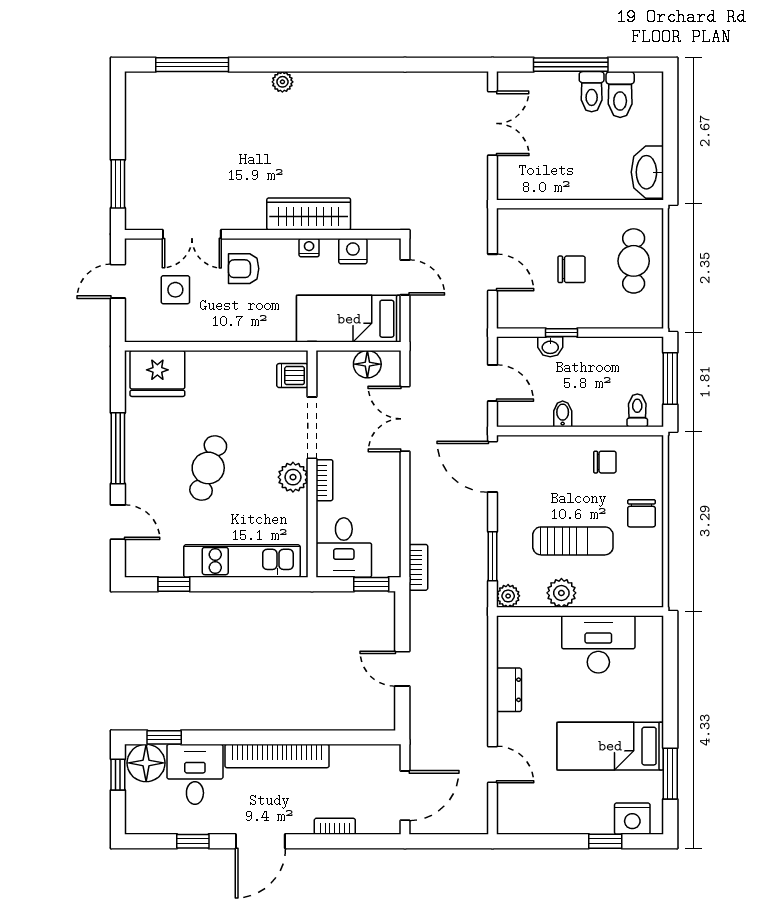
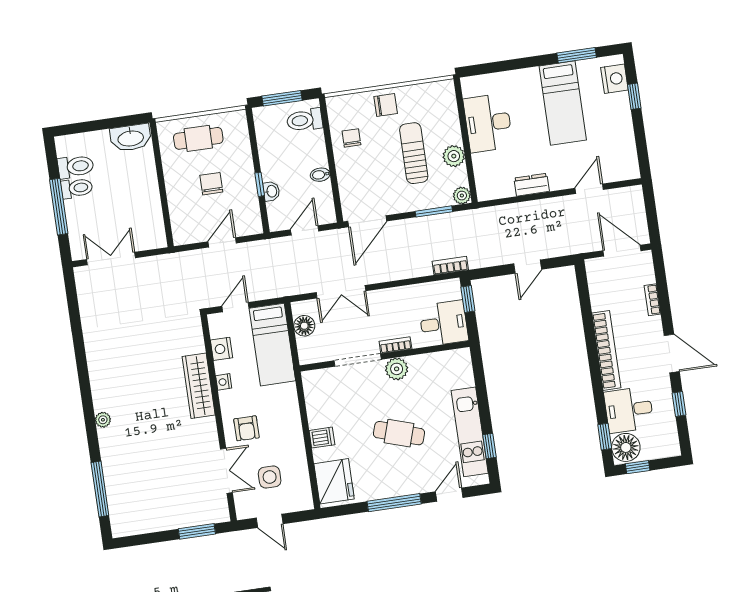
dishwasher: (292, 376) -> (322, 438), moved, turned -90
toilet: (637, 410) -> (305, 120), width x1.37, depth x1.39
kitchen unit: (242, 561) -> (470, 432), moved

